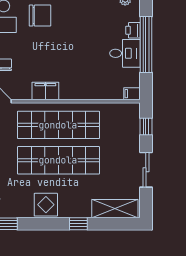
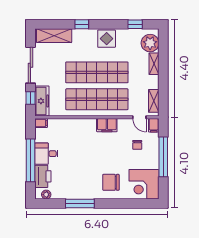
printer: (133, 30) -> (43, 176), width x1.87, depth x1.48
freezer: (131, 123) -> (42, 101), added
sliding door: (146, 170) -> (30, 65), width x1.37

